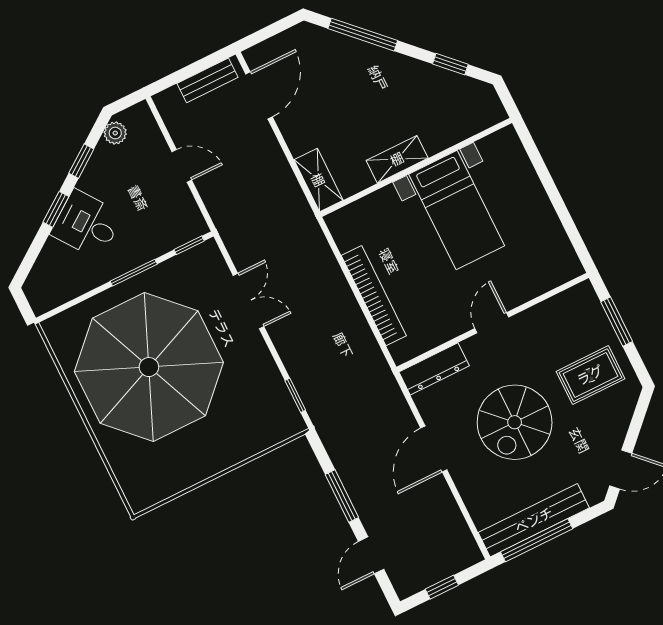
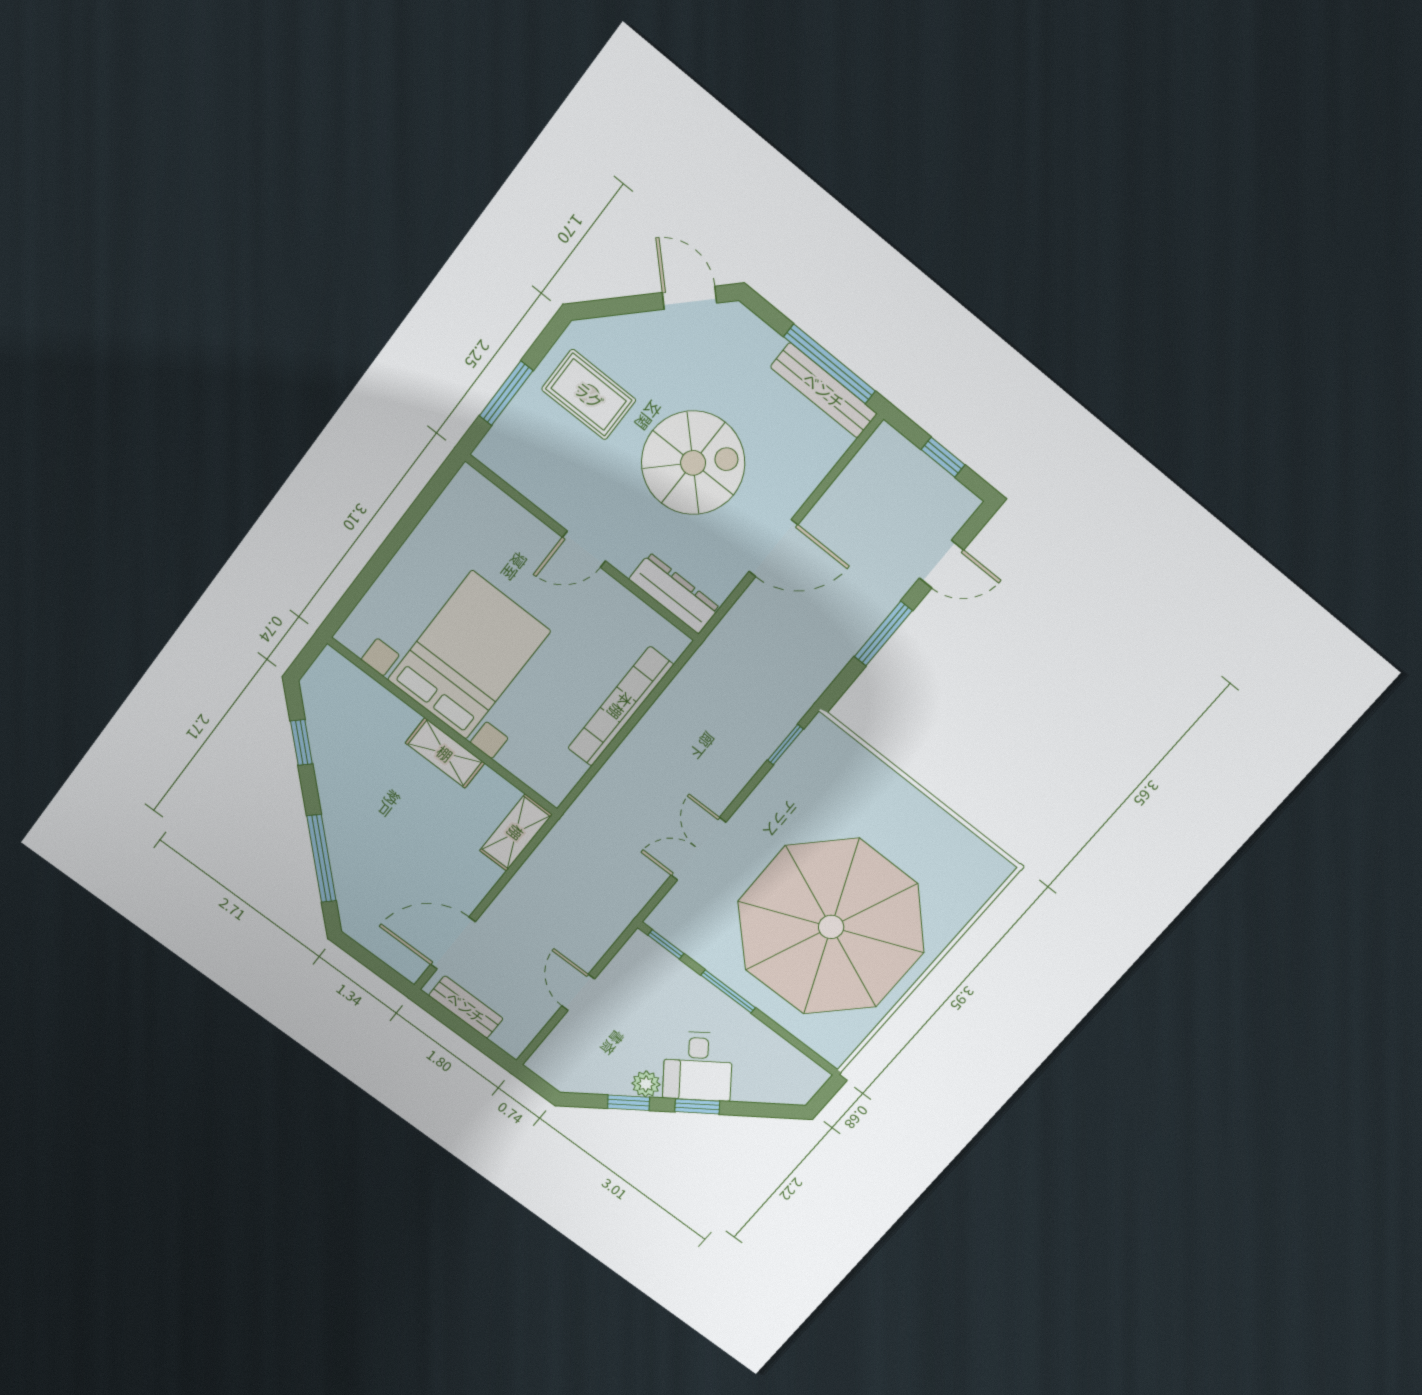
plant: (115, 133) -> (646, 1084), moved
bed with nightstands: (457, 210) -> (469, 655), width x1.36
bench: (534, 520) -> (824, 390), width x0.73, depth x0.82

